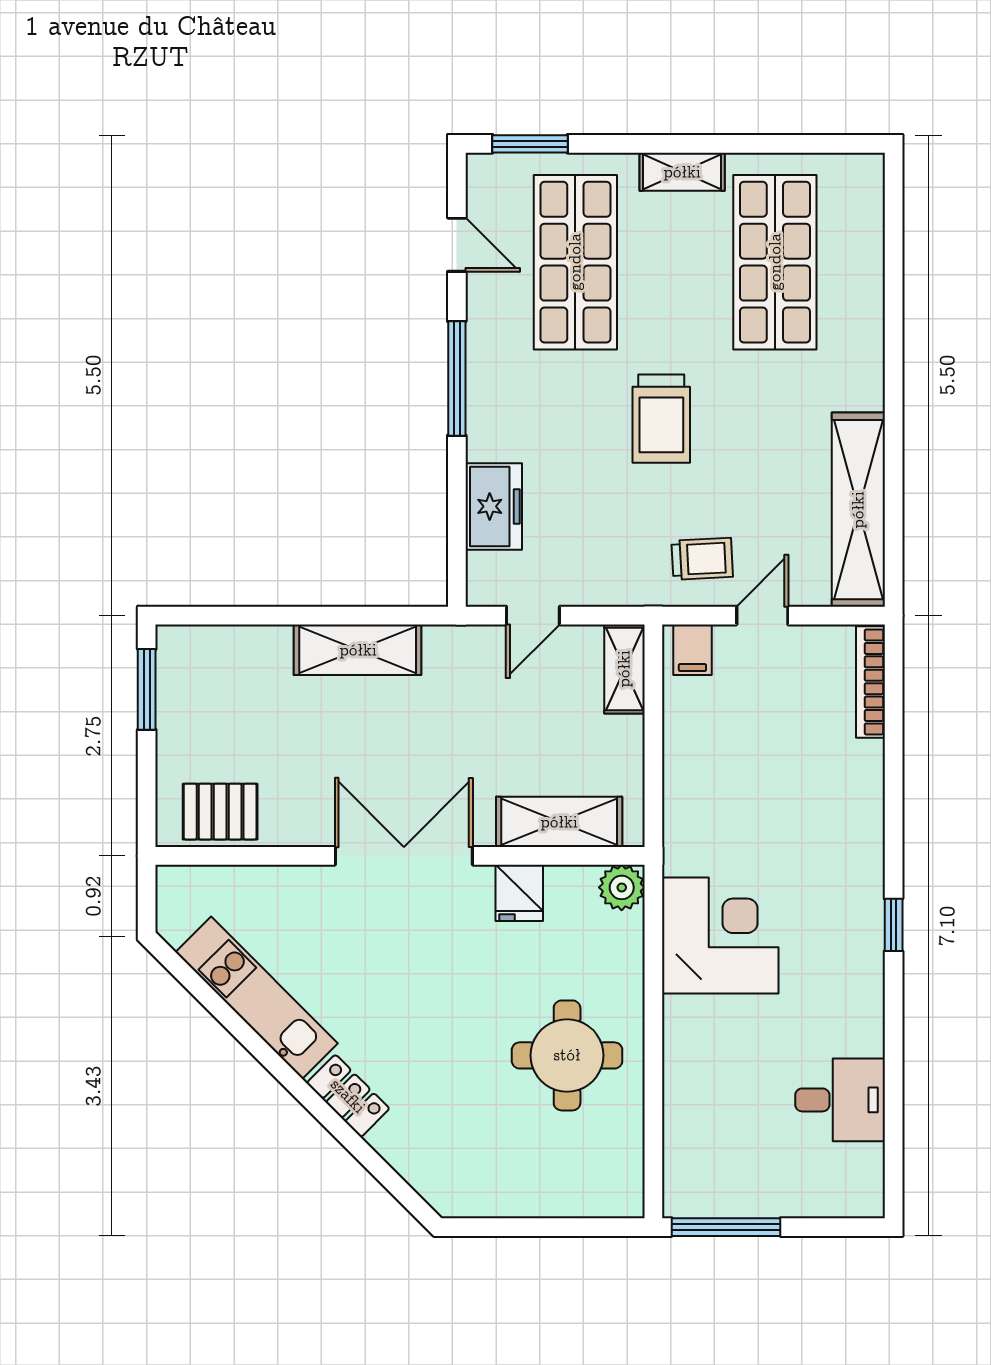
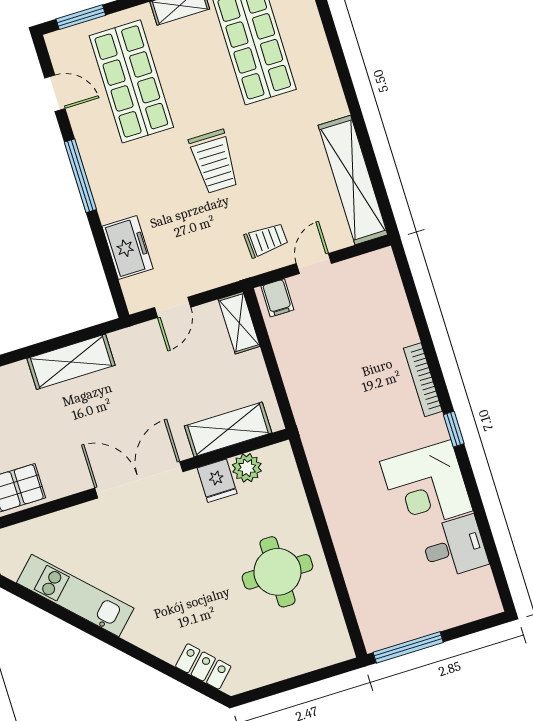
bookcase: (871, 682) -> (423, 380), moved
plant: (622, 887) -> (247, 468), moved
corner desk: (720, 936) -> (426, 486), moved, turned 180
locker: (348, 1096) -> (203, 666), moved

